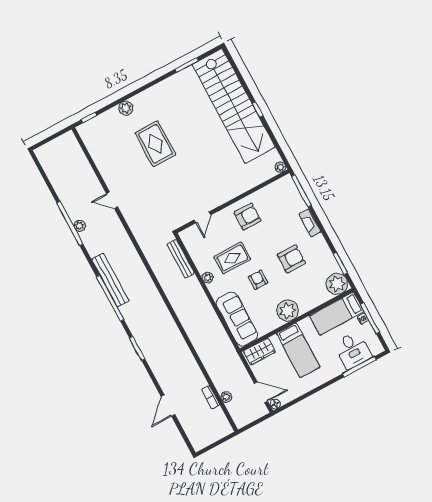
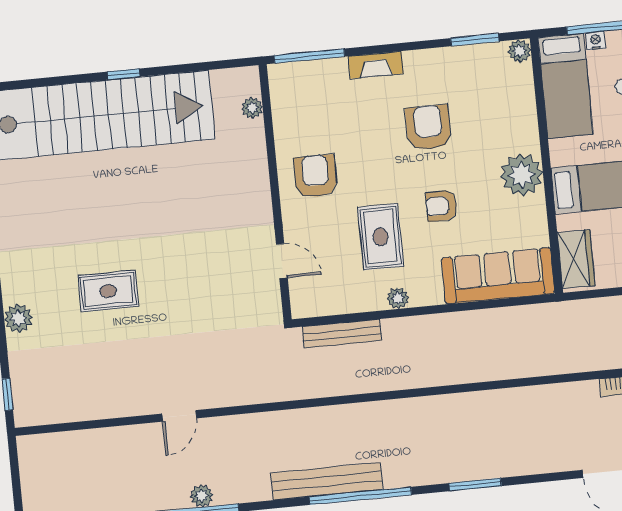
rug: (155, 144) -> (108, 291), width x0.73, depth x0.70
plant: (280, 167) -> (252, 108), moved
plant: (337, 284) -> (520, 51), width x0.53, depth x0.53

